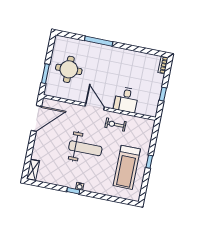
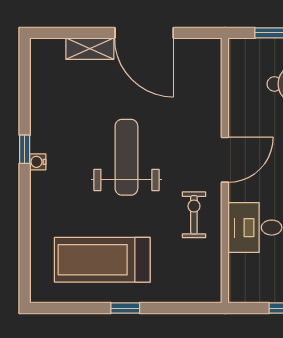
door: (36, 118) -> (144, 33), moved
weight bench: (85, 148) -> (126, 157), turned 180
shelving: (33, 170) -> (90, 49), moved

